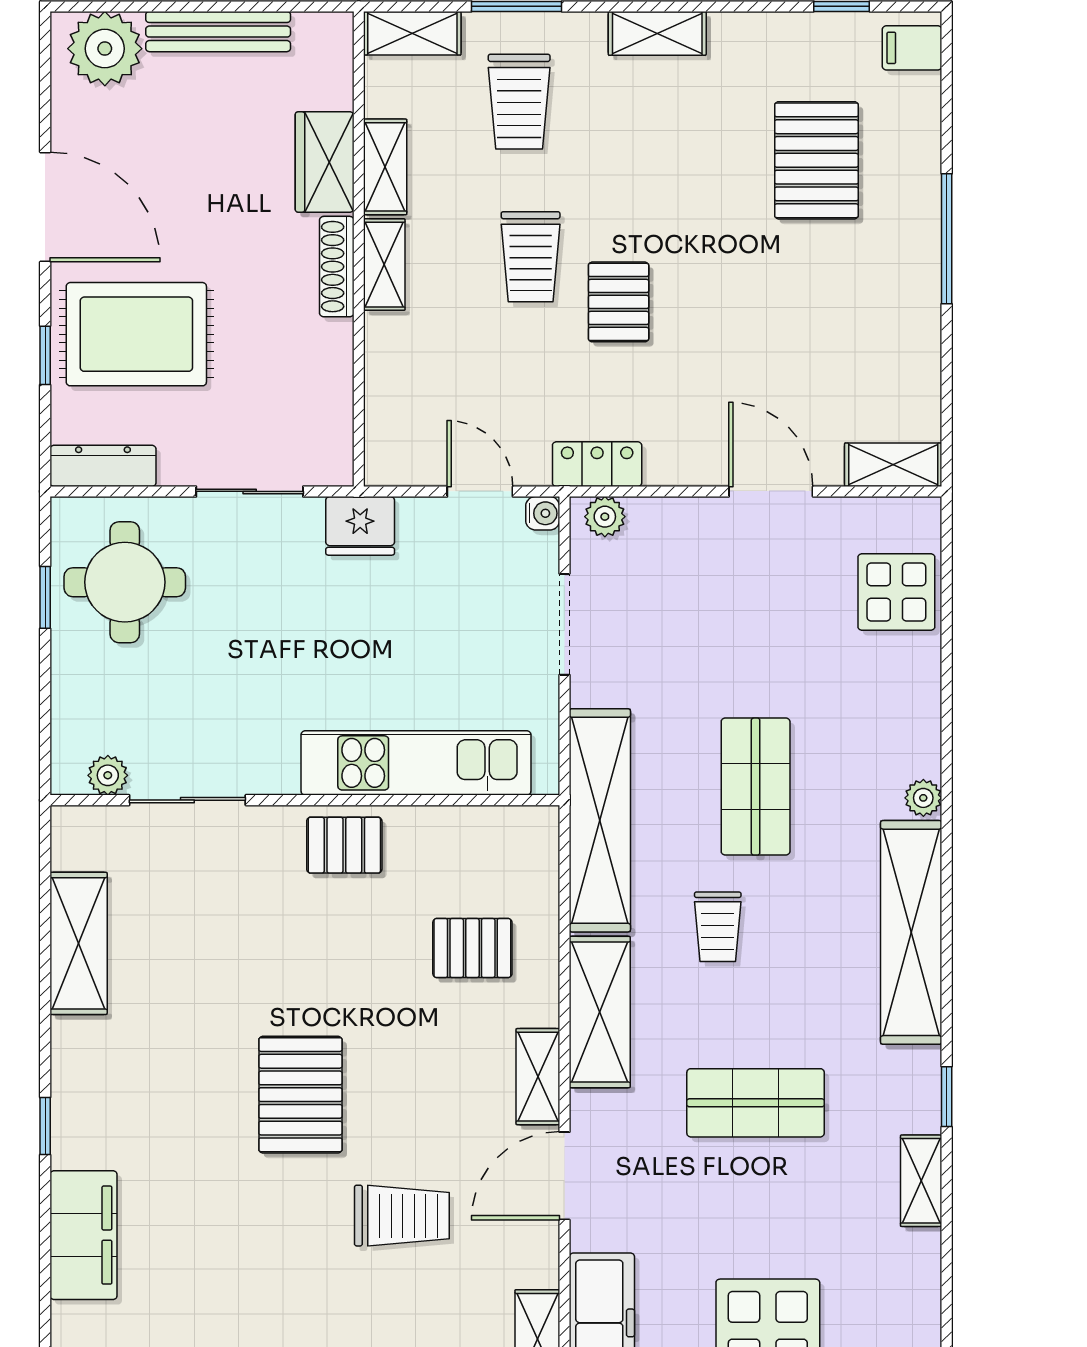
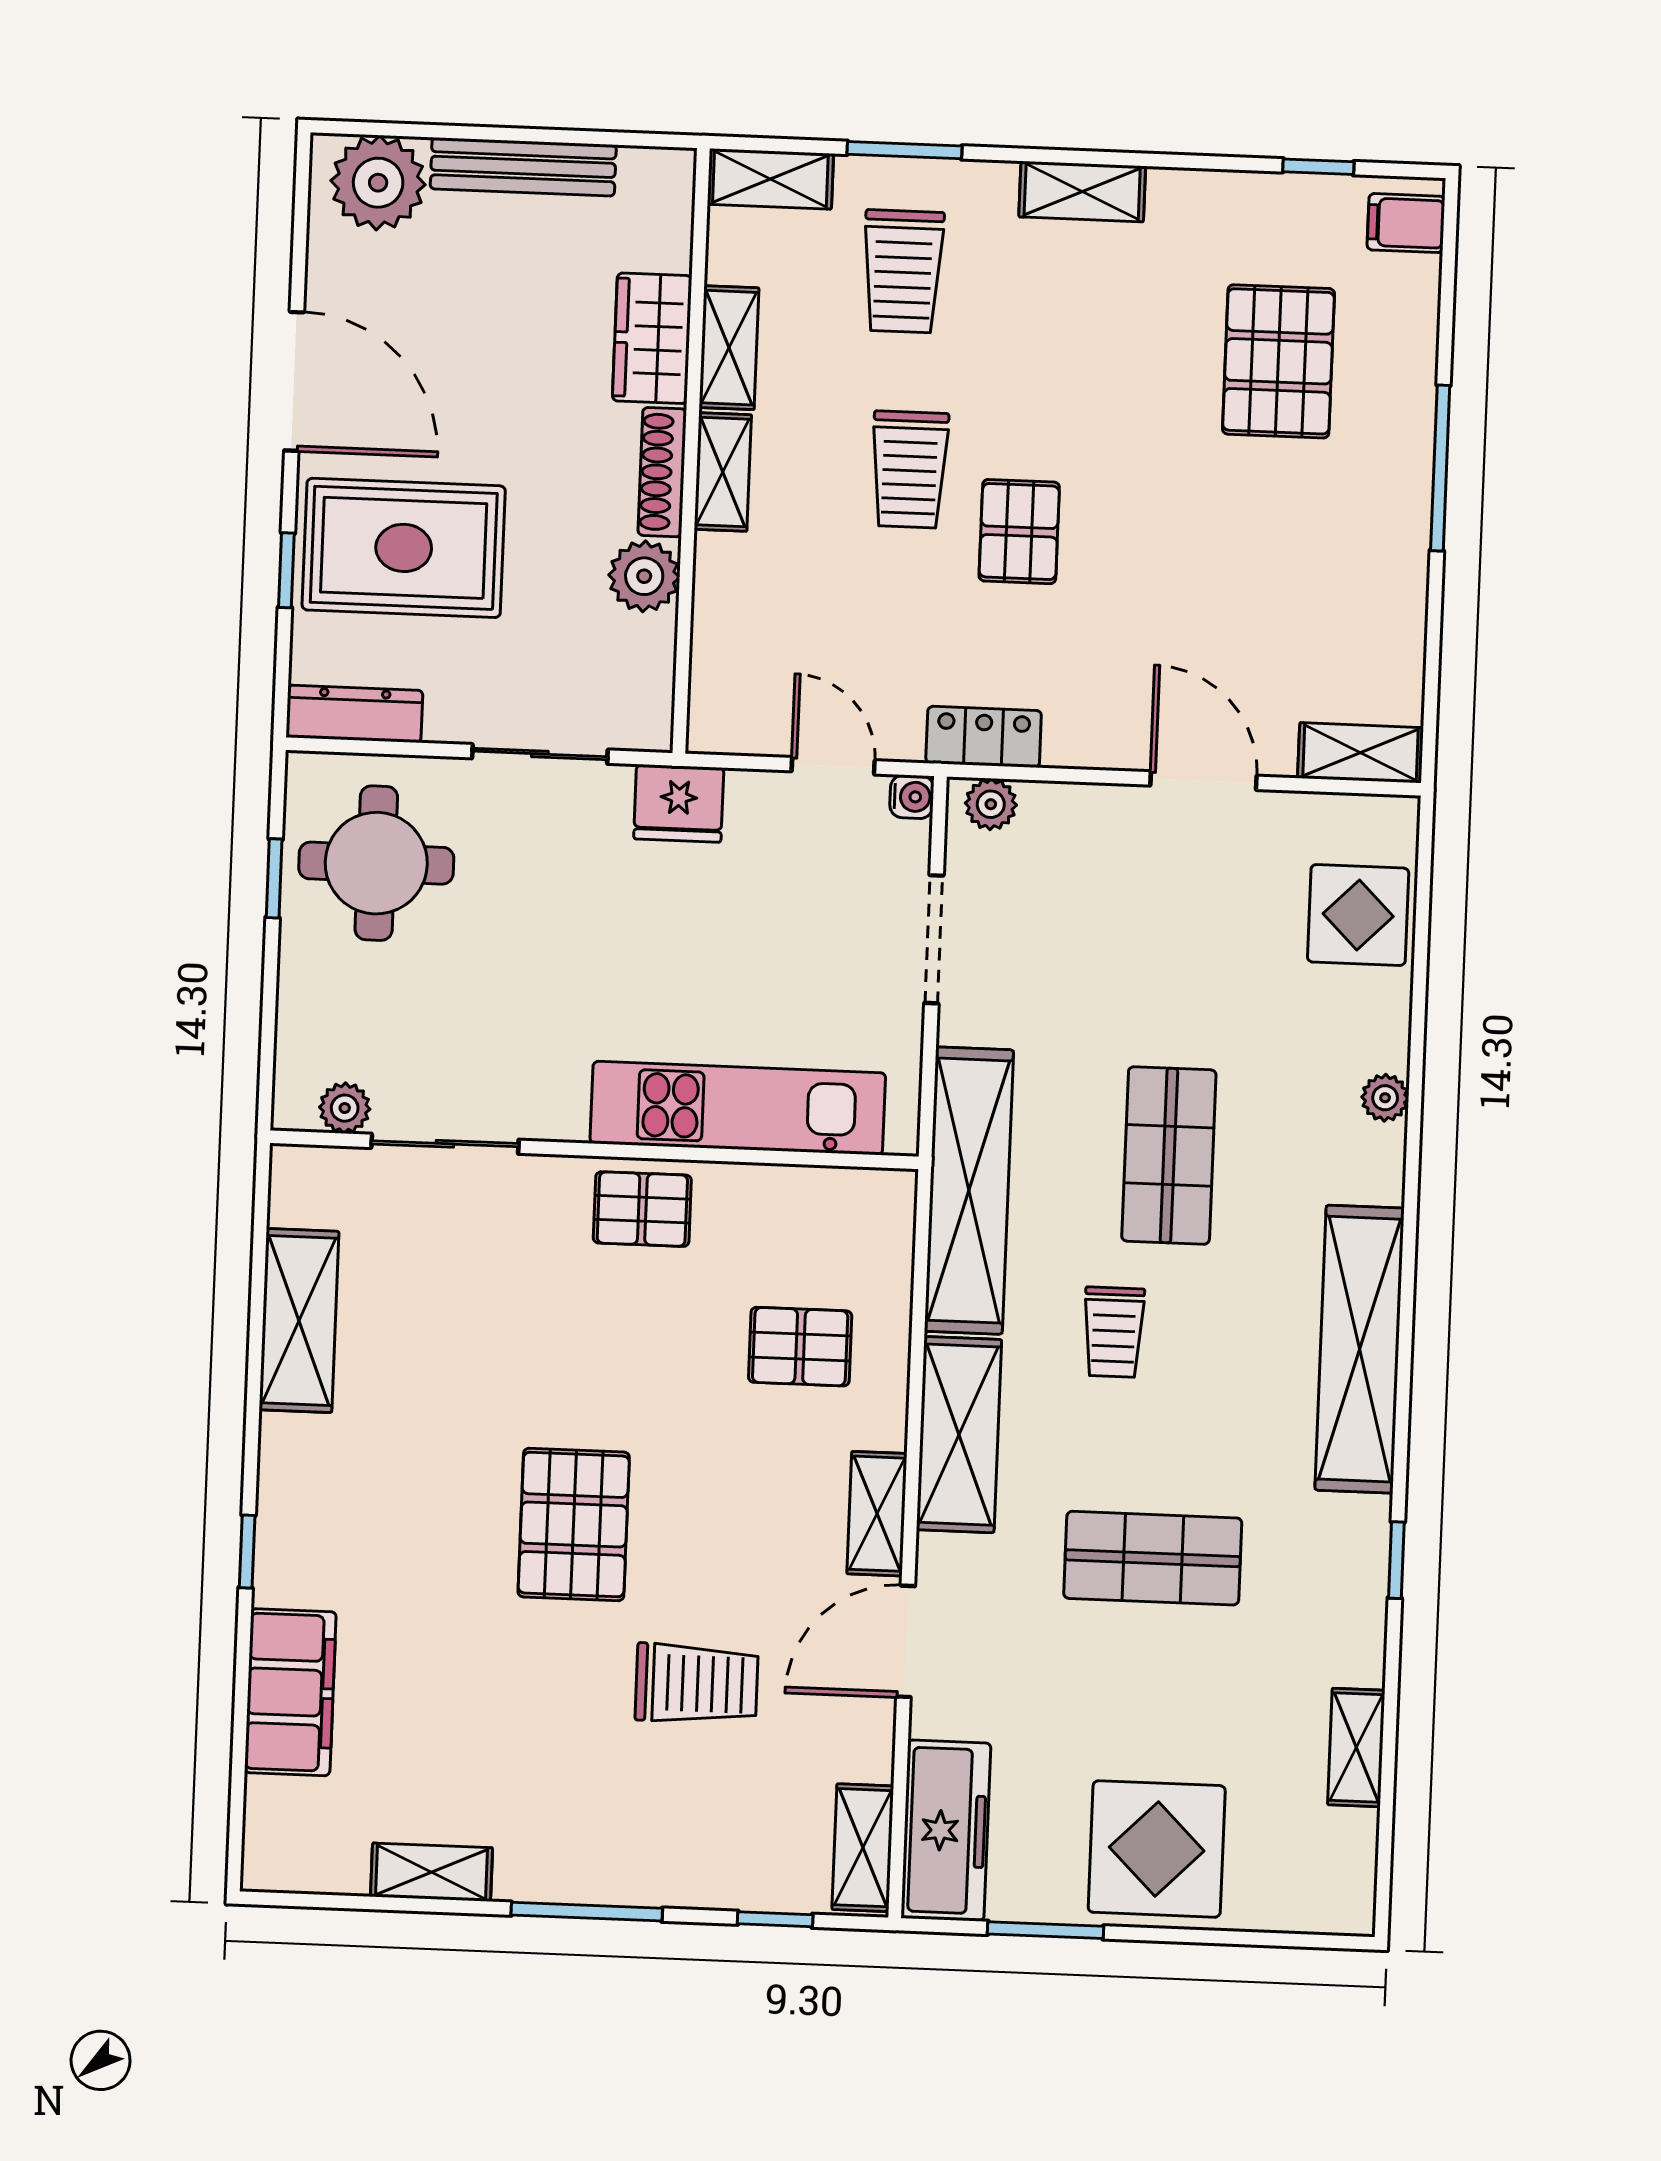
plant: (326, 349) -> (644, 576), added
plant: (923, 798) -> (1385, 1098), moved
shelving: (921, 1181) -> (1356, 1747), moved

